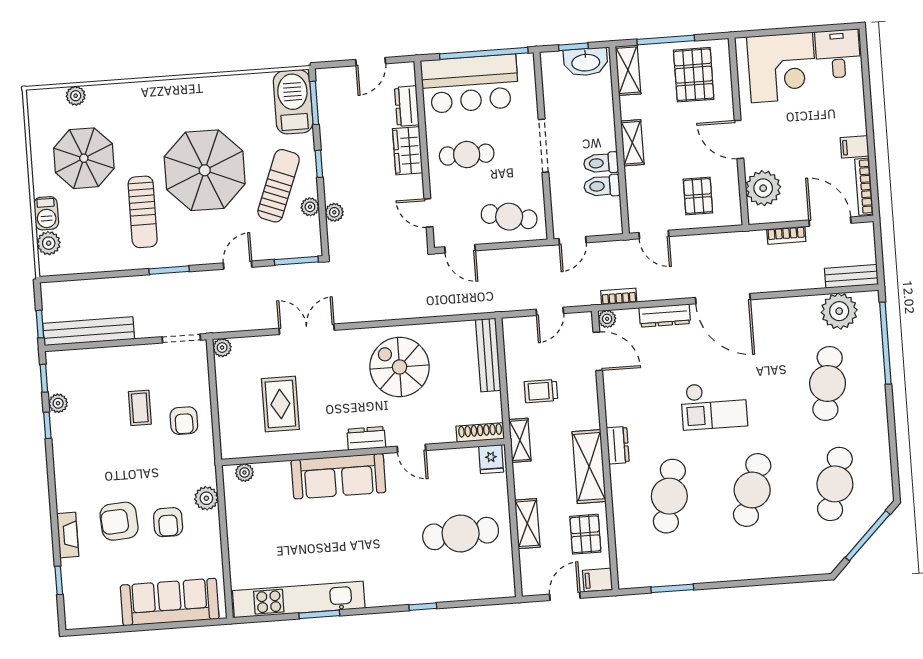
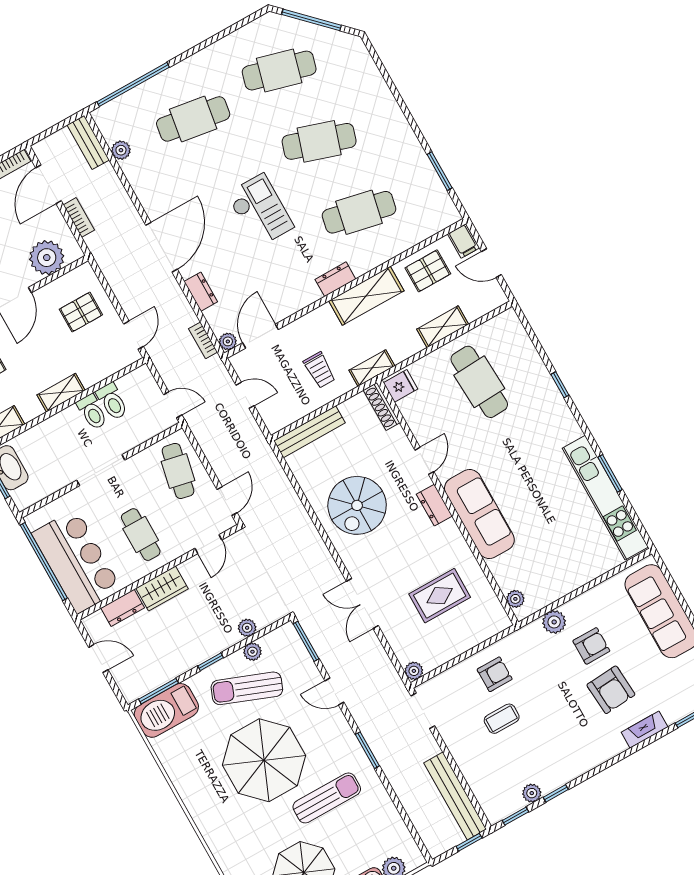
plant: (839, 311) -> (121, 150), width x0.53, depth x0.53
dresser: (665, 316) -> (201, 292), width x0.70

